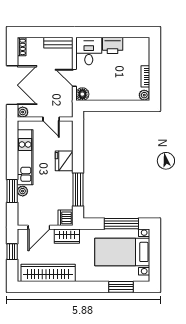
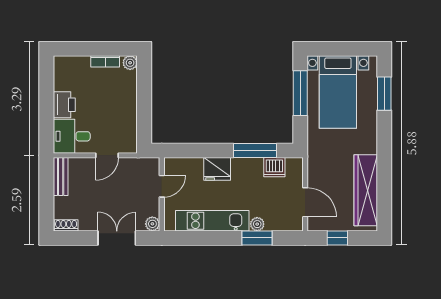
double door: (12, 85) -> (117, 238), width x0.73
floor lamp: (82, 94) -> (129, 145), removed
dishwasher: (65, 218) -> (274, 167), moved
wardrobe: (67, 236) -> (317, 165), removed

